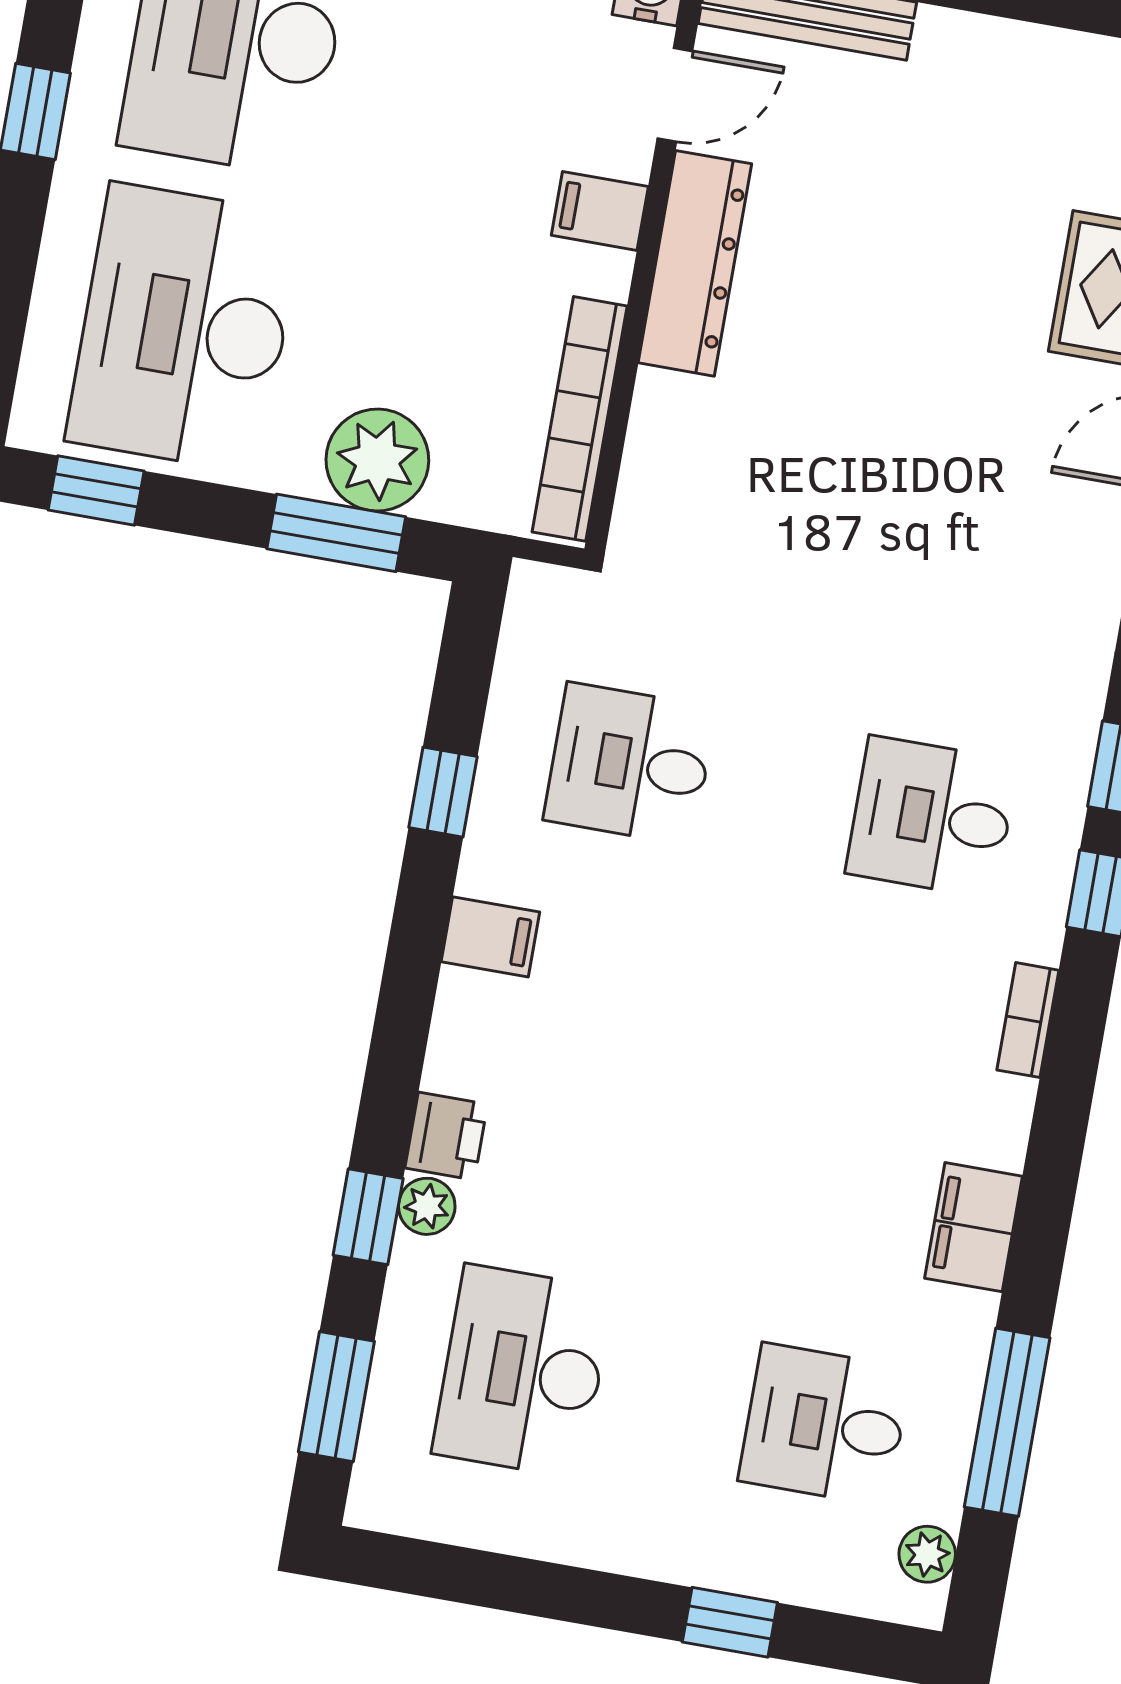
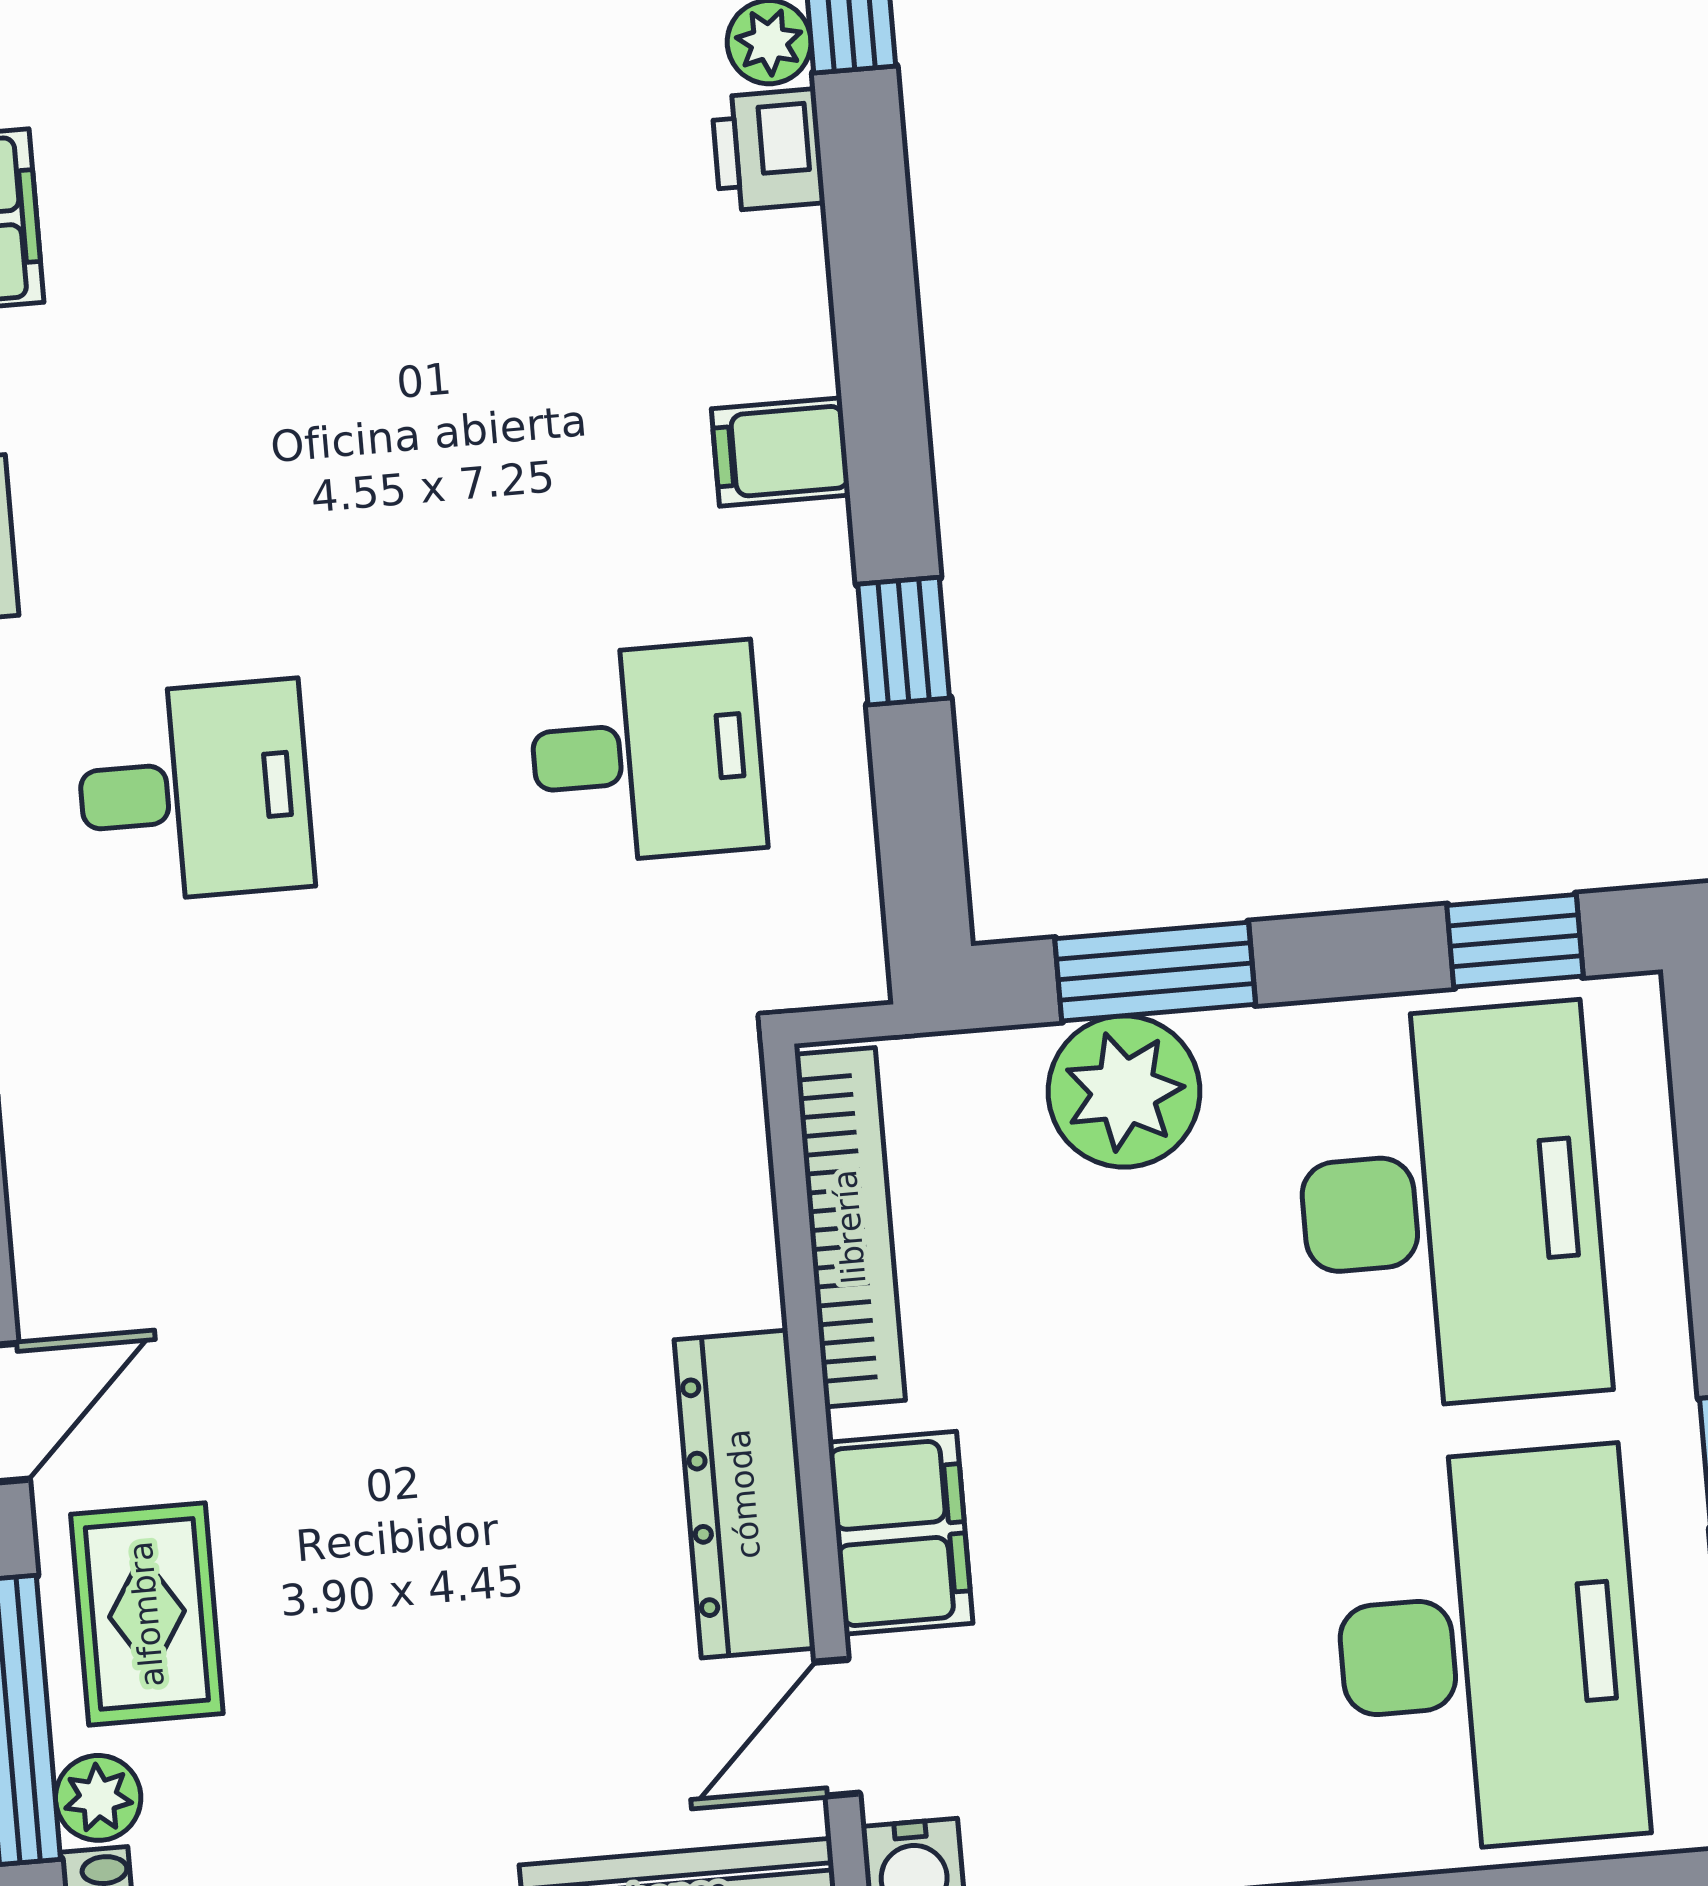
filing cabinet: (600, 211) -> (900, 1533), width x2.00

